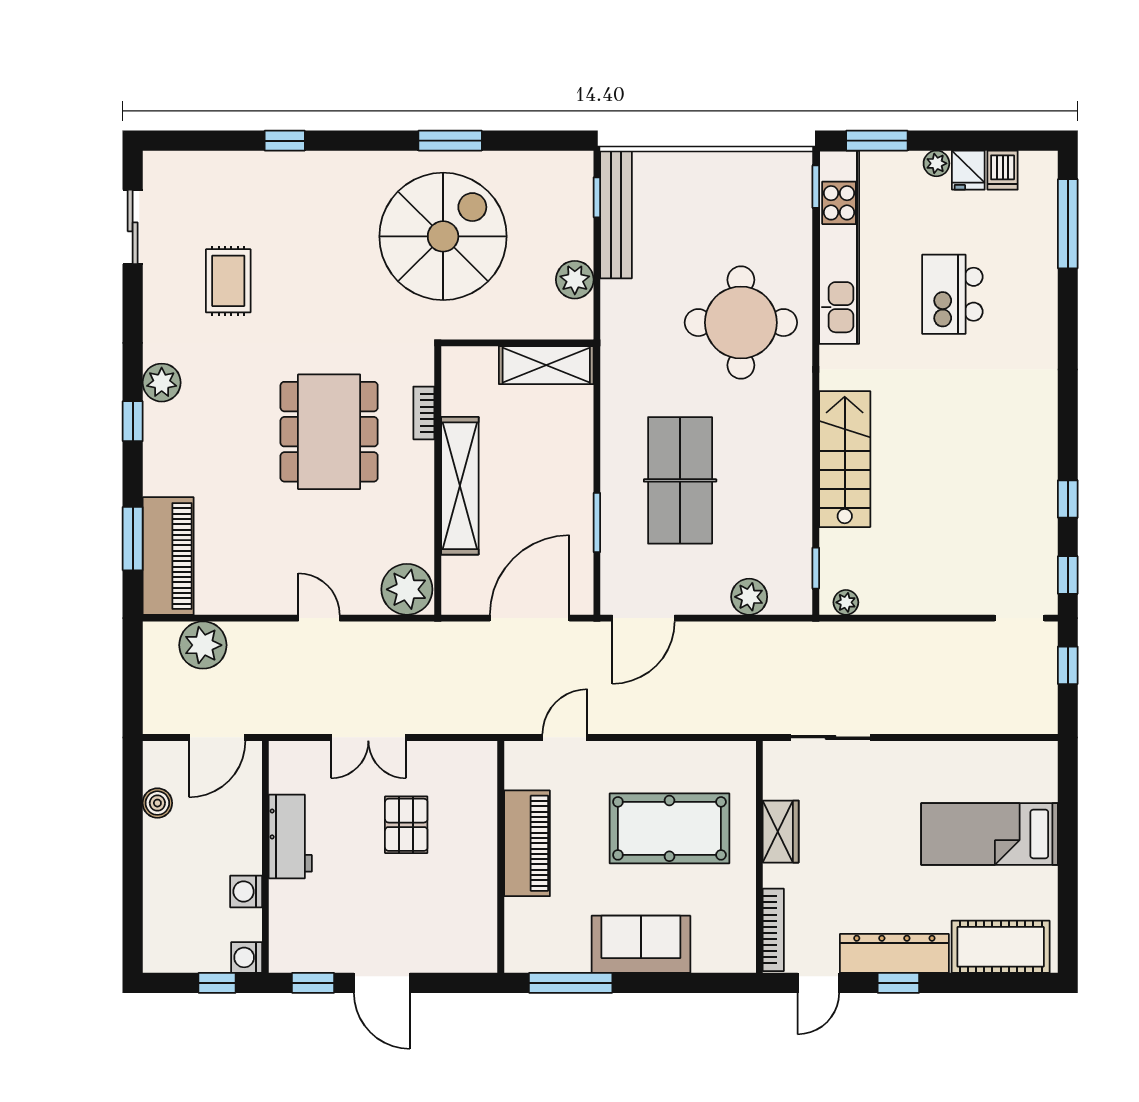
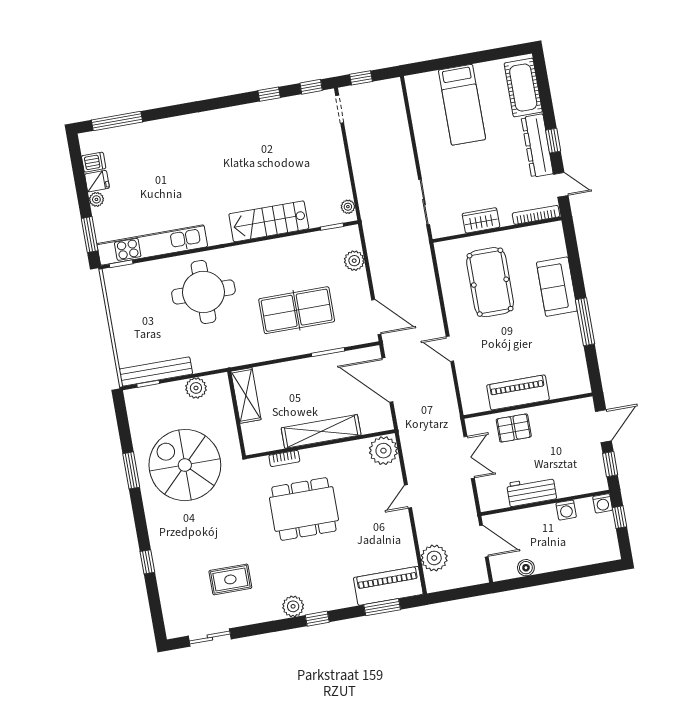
kitchen island: (952, 294) -> (167, 178), removed
piano: (527, 843) -> (518, 392), moved
wall: (501, 857) -> (528, 406), moved

